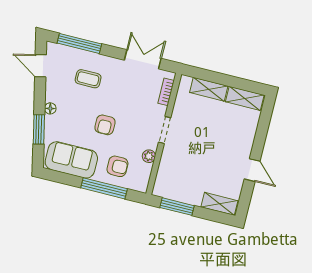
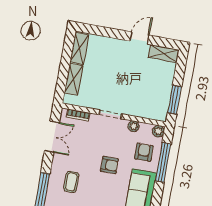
double door: (143, 59) -> (52, 137), swing flipped
plant: (141, 185) -> (158, 131), added
shelving: (219, 204) -> (164, 54), moved, turned 90

